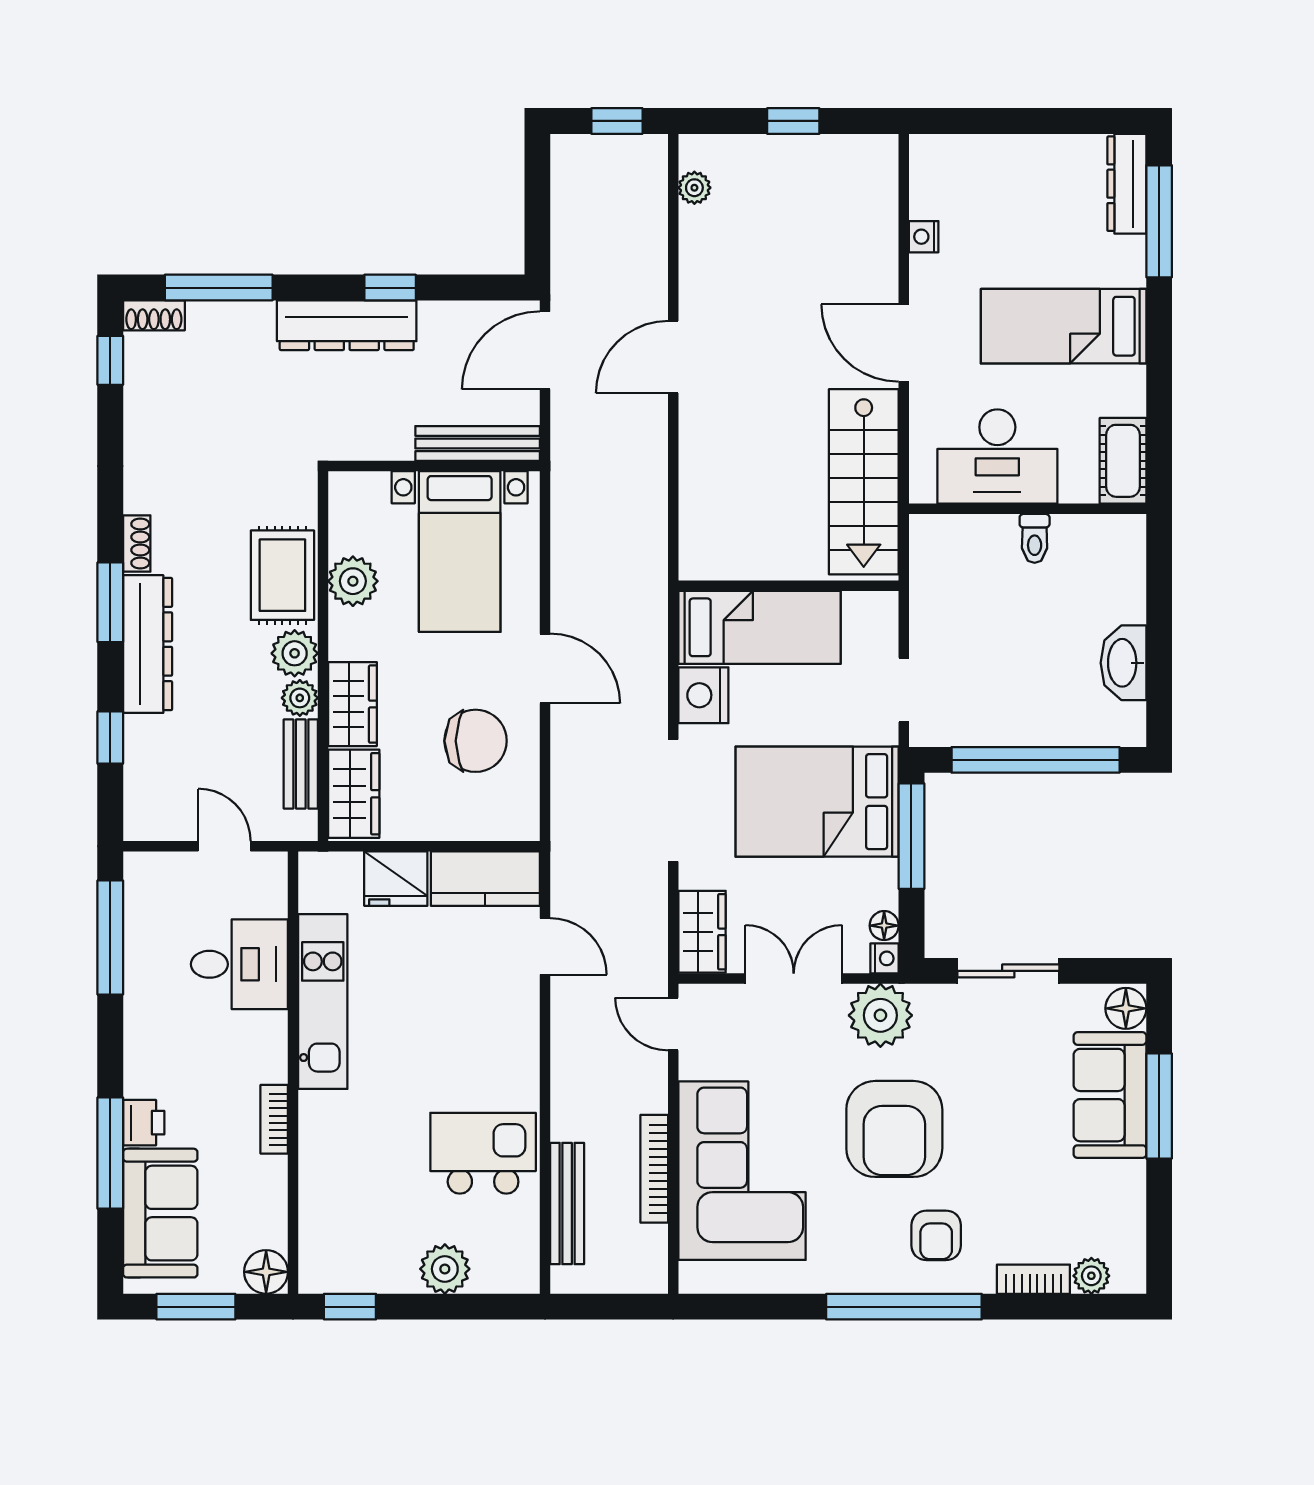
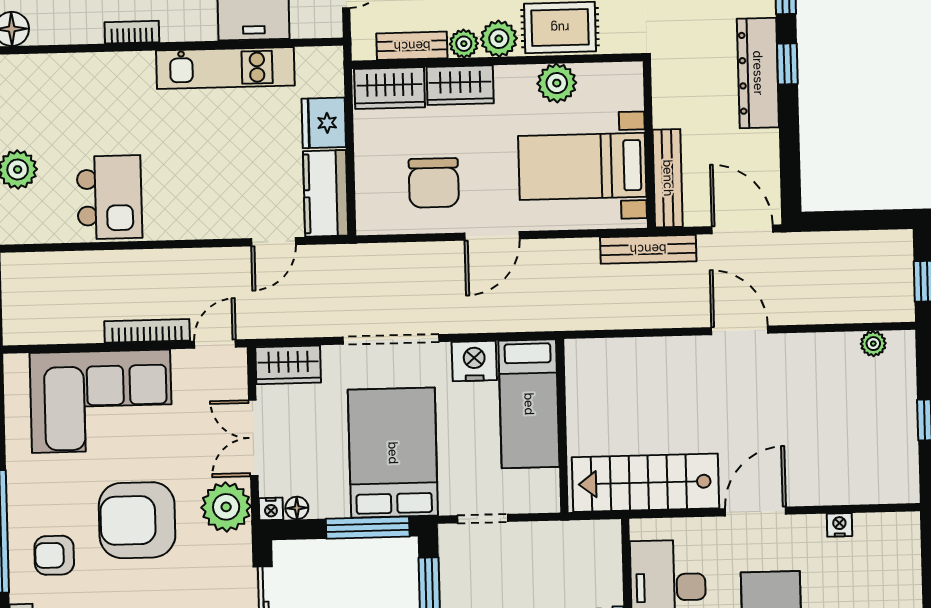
window: (390, 288) -> (787, 64), moved
double door: (794, 979) -> (253, 438), swing flipped
bookcase: (654, 1169) -> (147, 331), moved
bench: (567, 1204) -> (648, 249), moved

